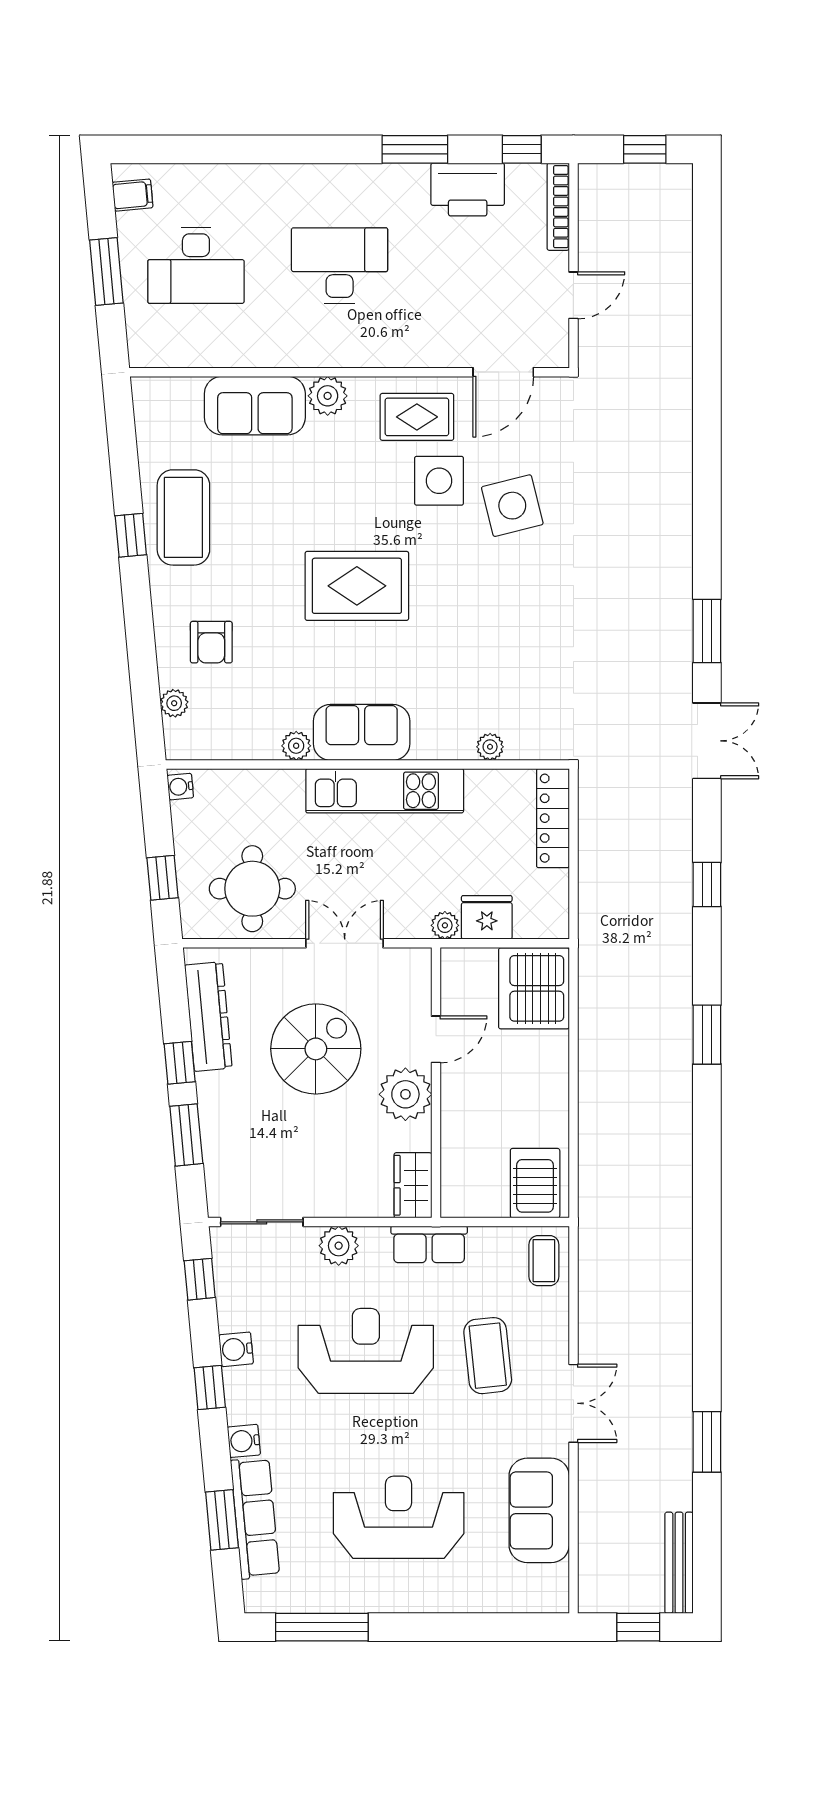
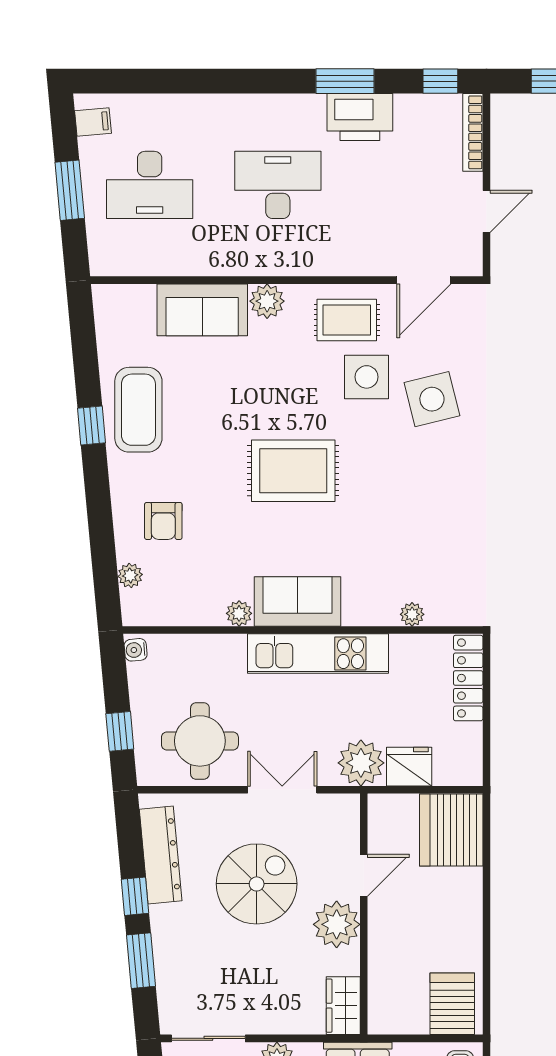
printer: (468, 190) -> (360, 117), moved
plant: (445, 925) -> (361, 763), width x1.88, depth x1.88

